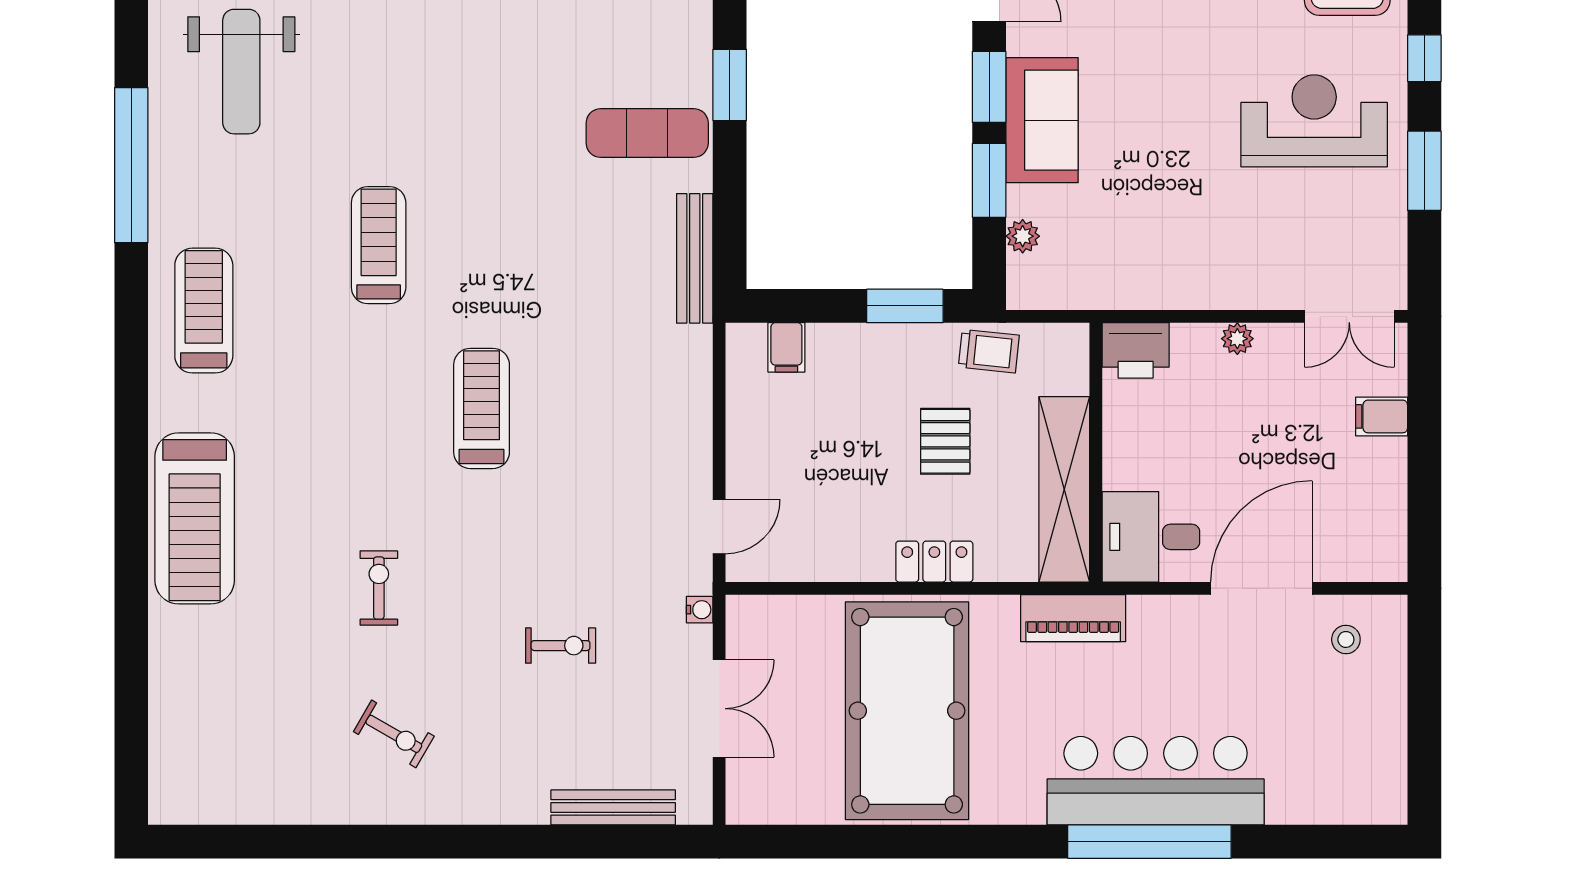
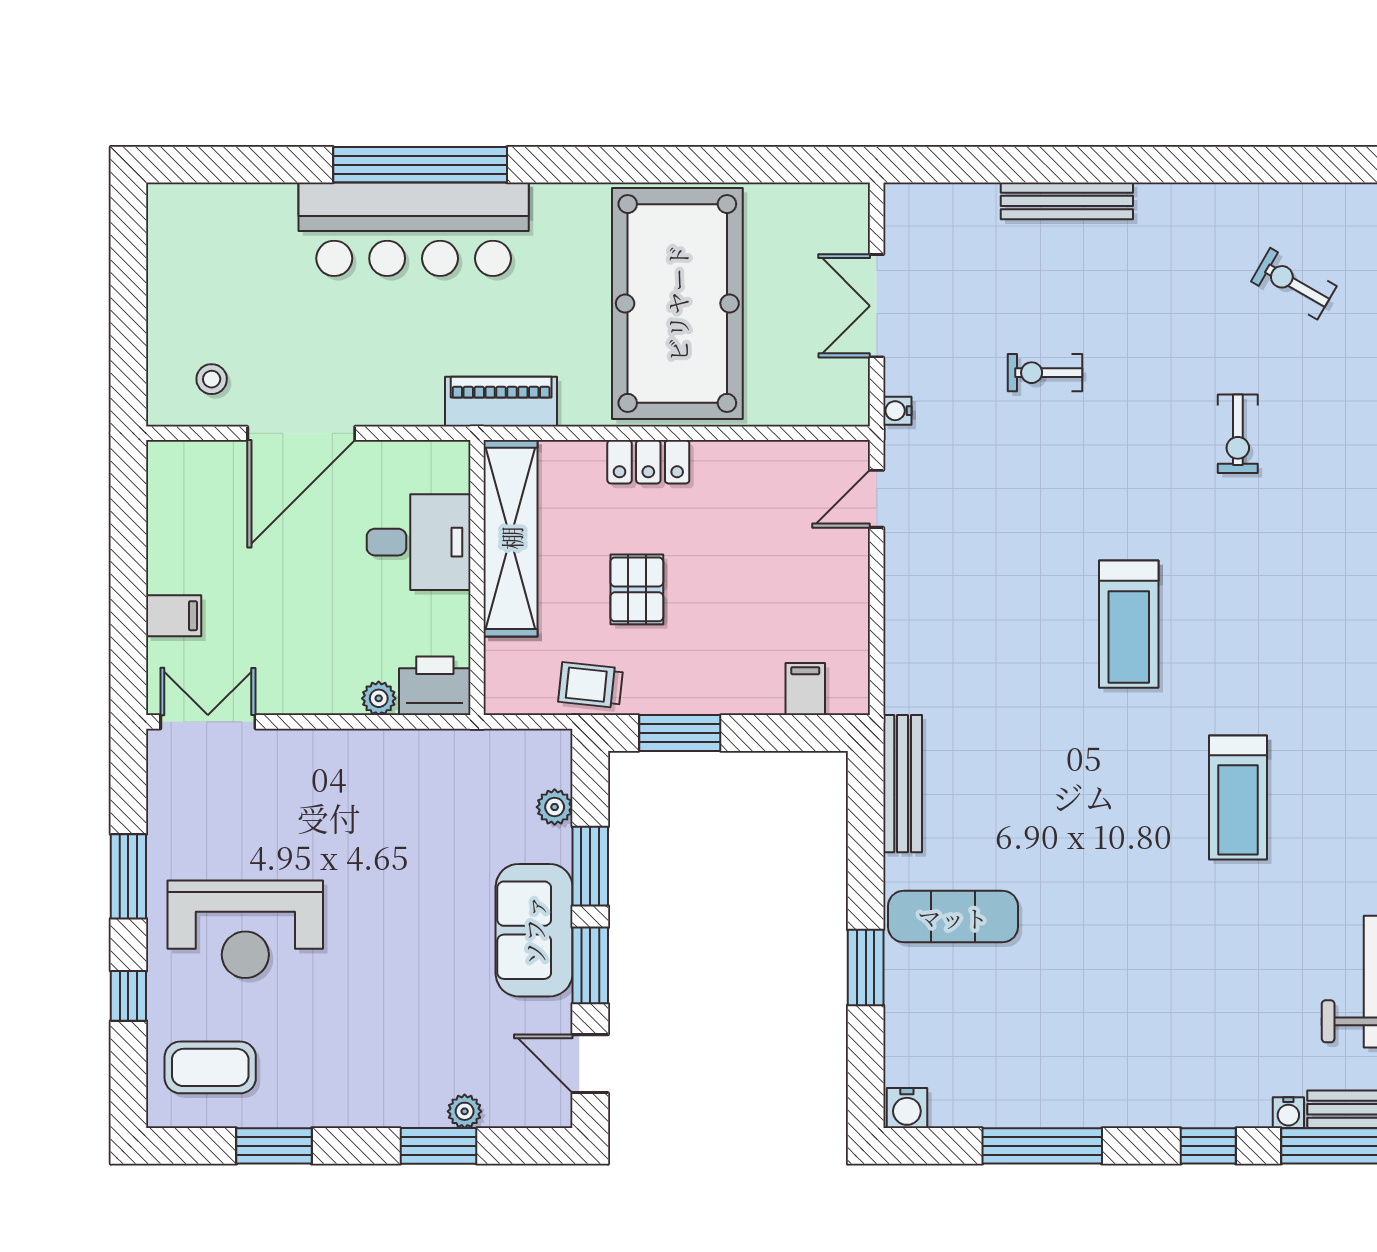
plant: (1237, 339) -> (379, 698), moved
desk: (1151, 537) -> (419, 542), moved
exercise bike: (394, 734) -> (1294, 284), moved
bench: (613, 807) -> (1067, 201), moved

